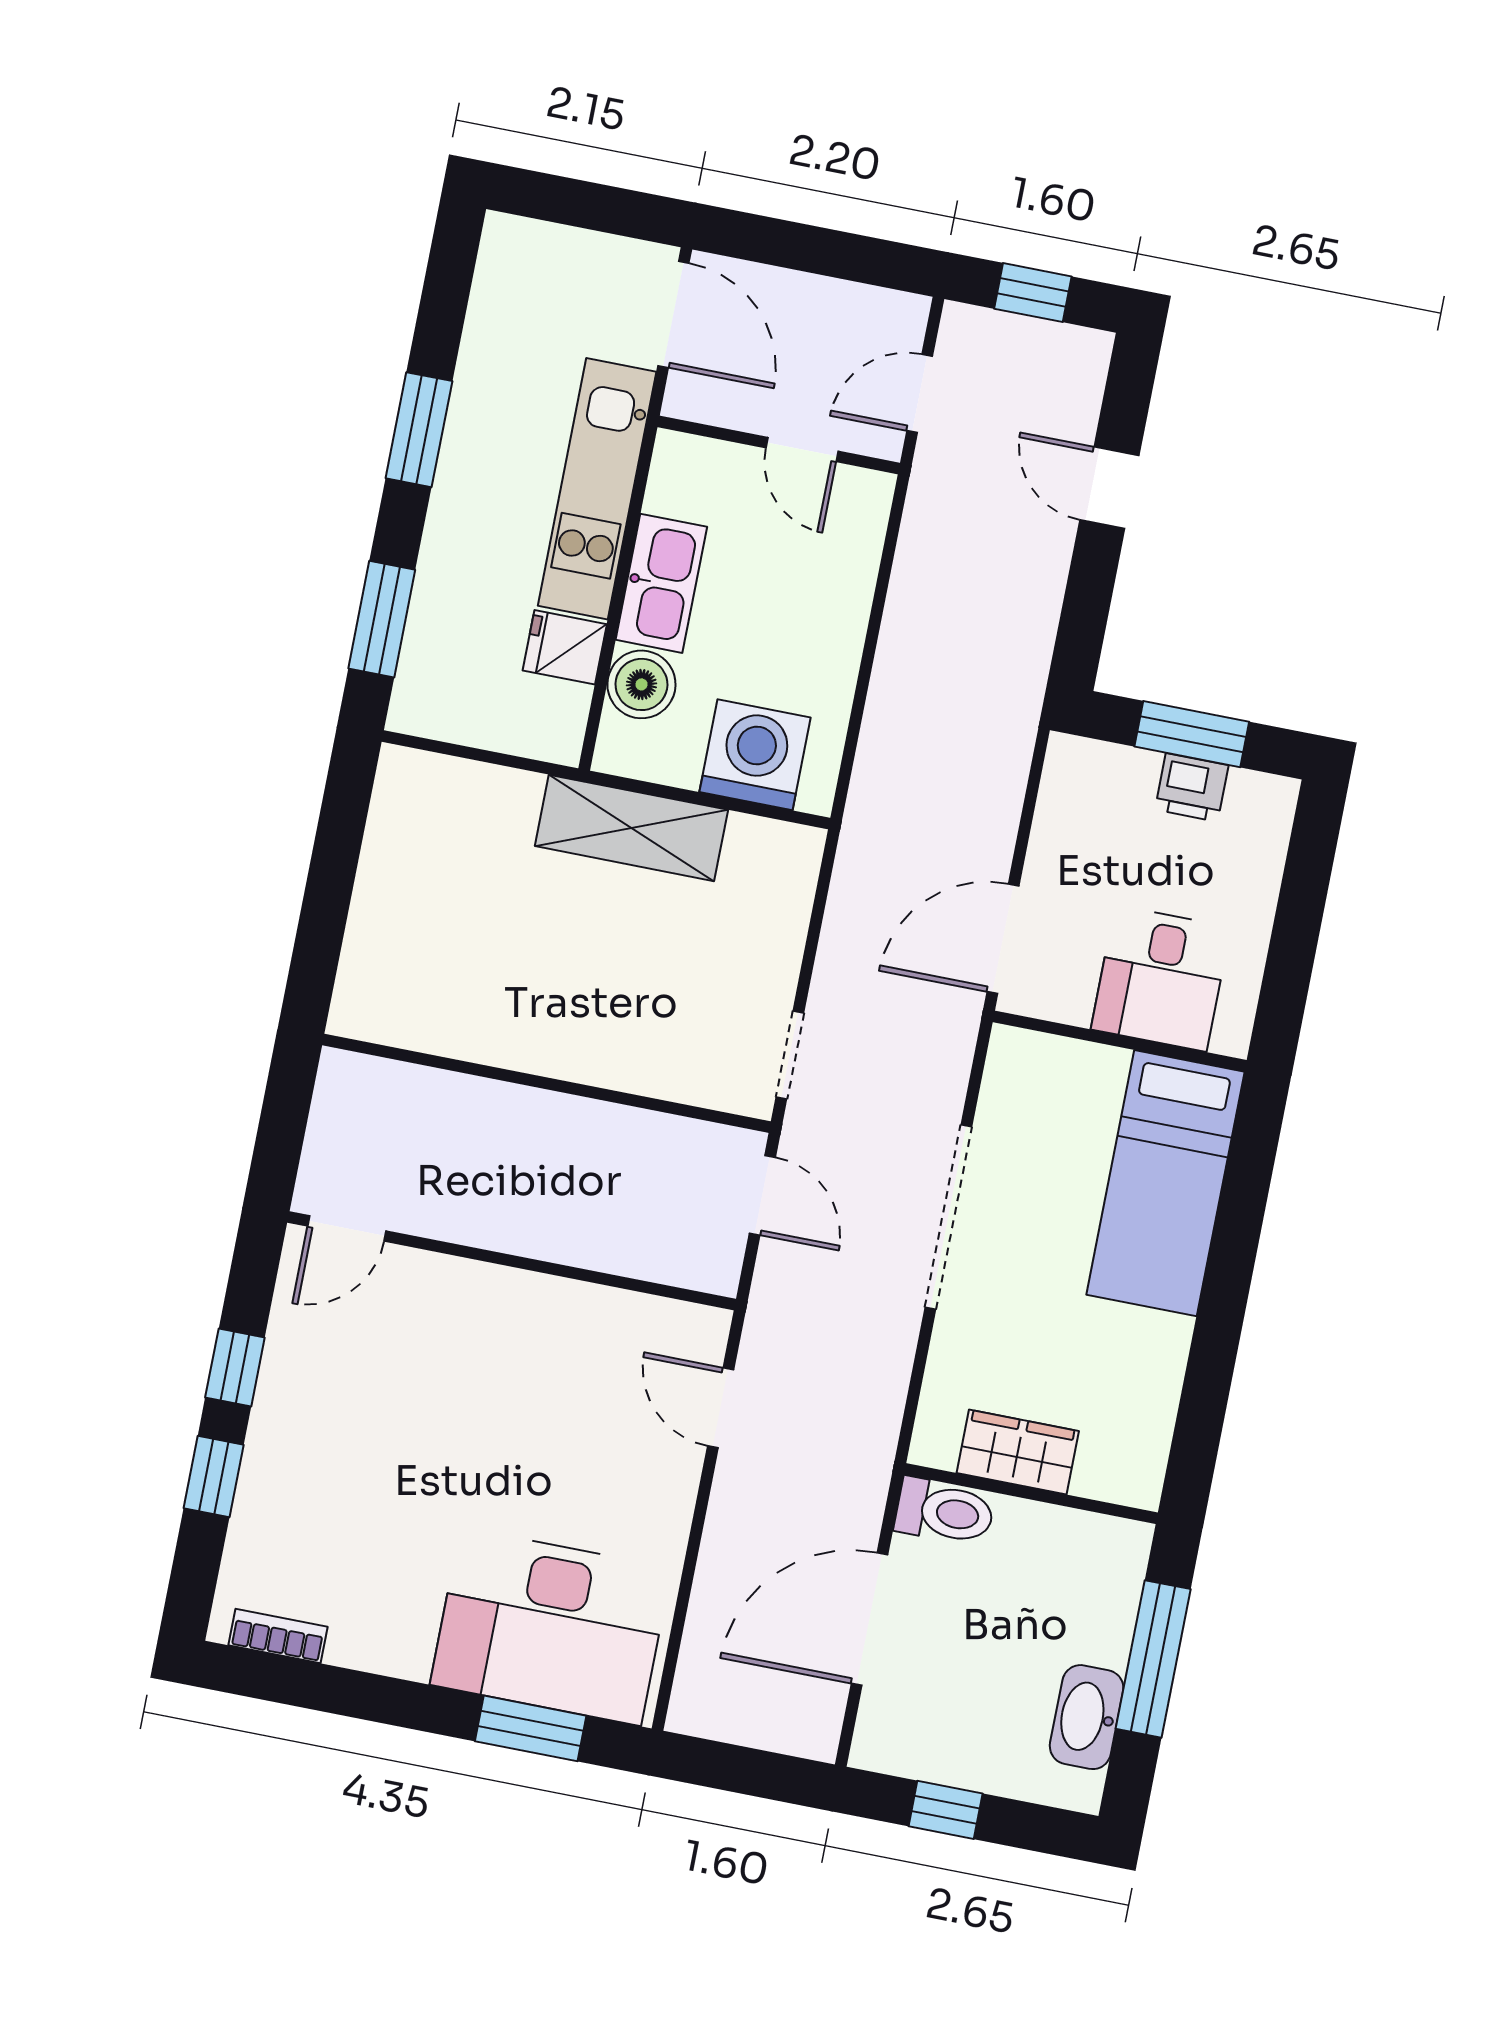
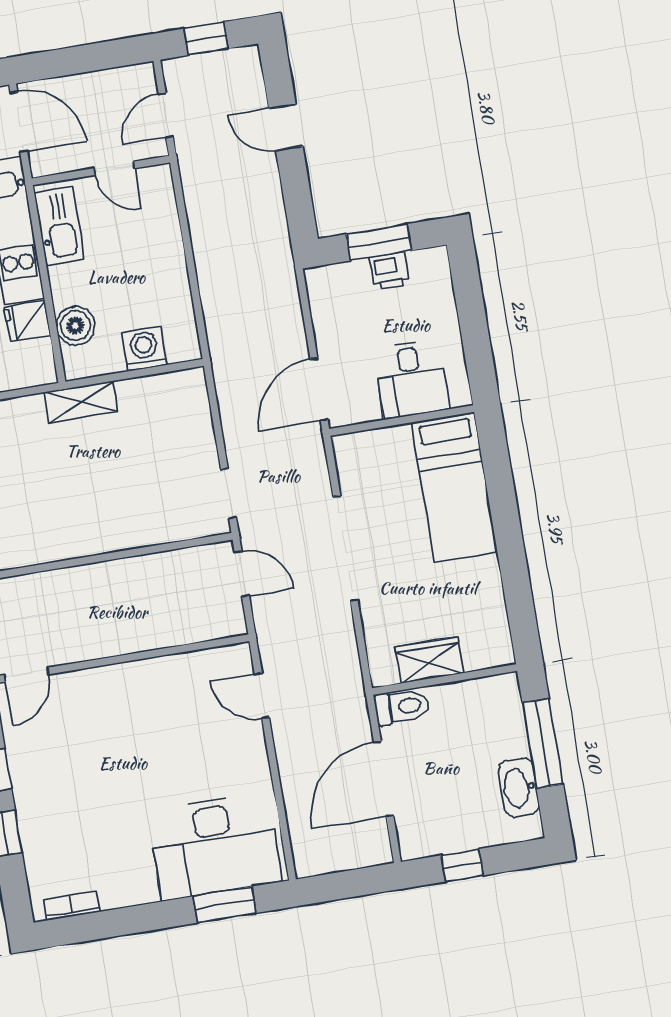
kitchen sink: (661, 583) -> (59, 226), moved
washing machine: (755, 755) -> (144, 349), width x0.73, depth x0.73
shelving: (631, 828) -> (81, 402), width x0.67, depth x0.75

